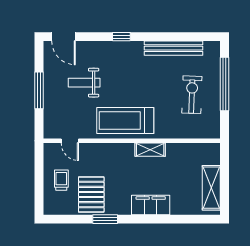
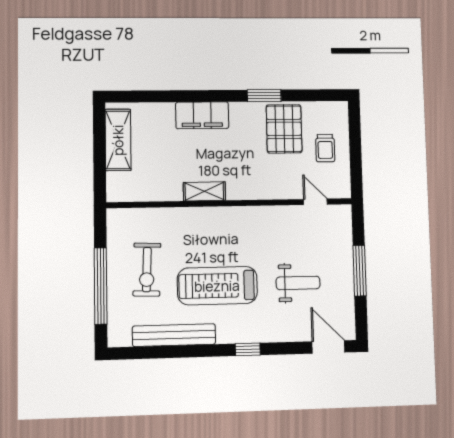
treadmill: (125, 121) -> (217, 286), moved, turned 180

